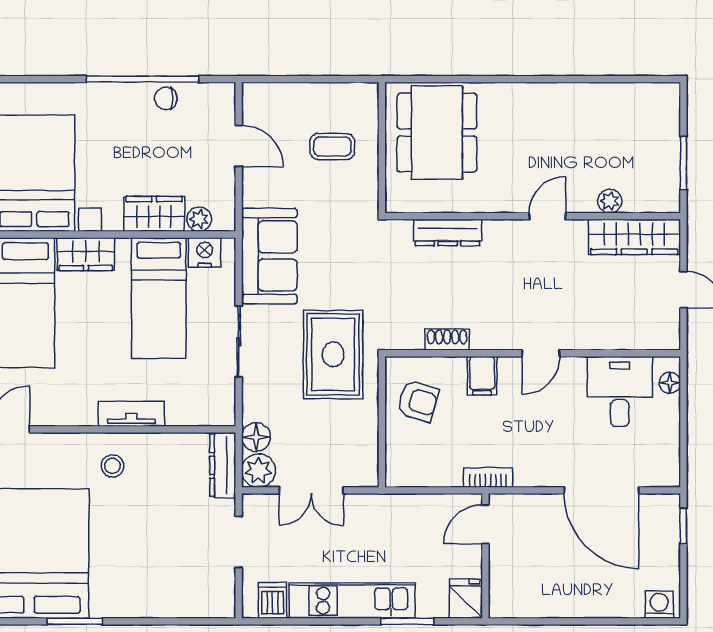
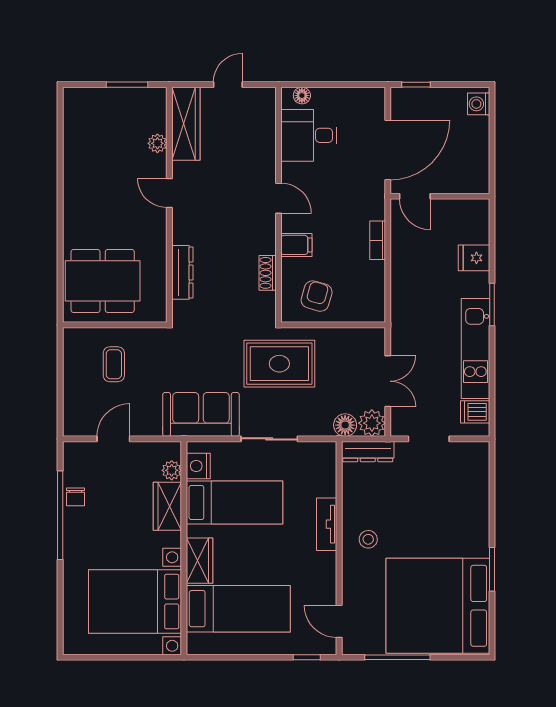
door: (485, 524) -> (415, 196), moved
wall: (485, 556) -> (440, 196), moved

